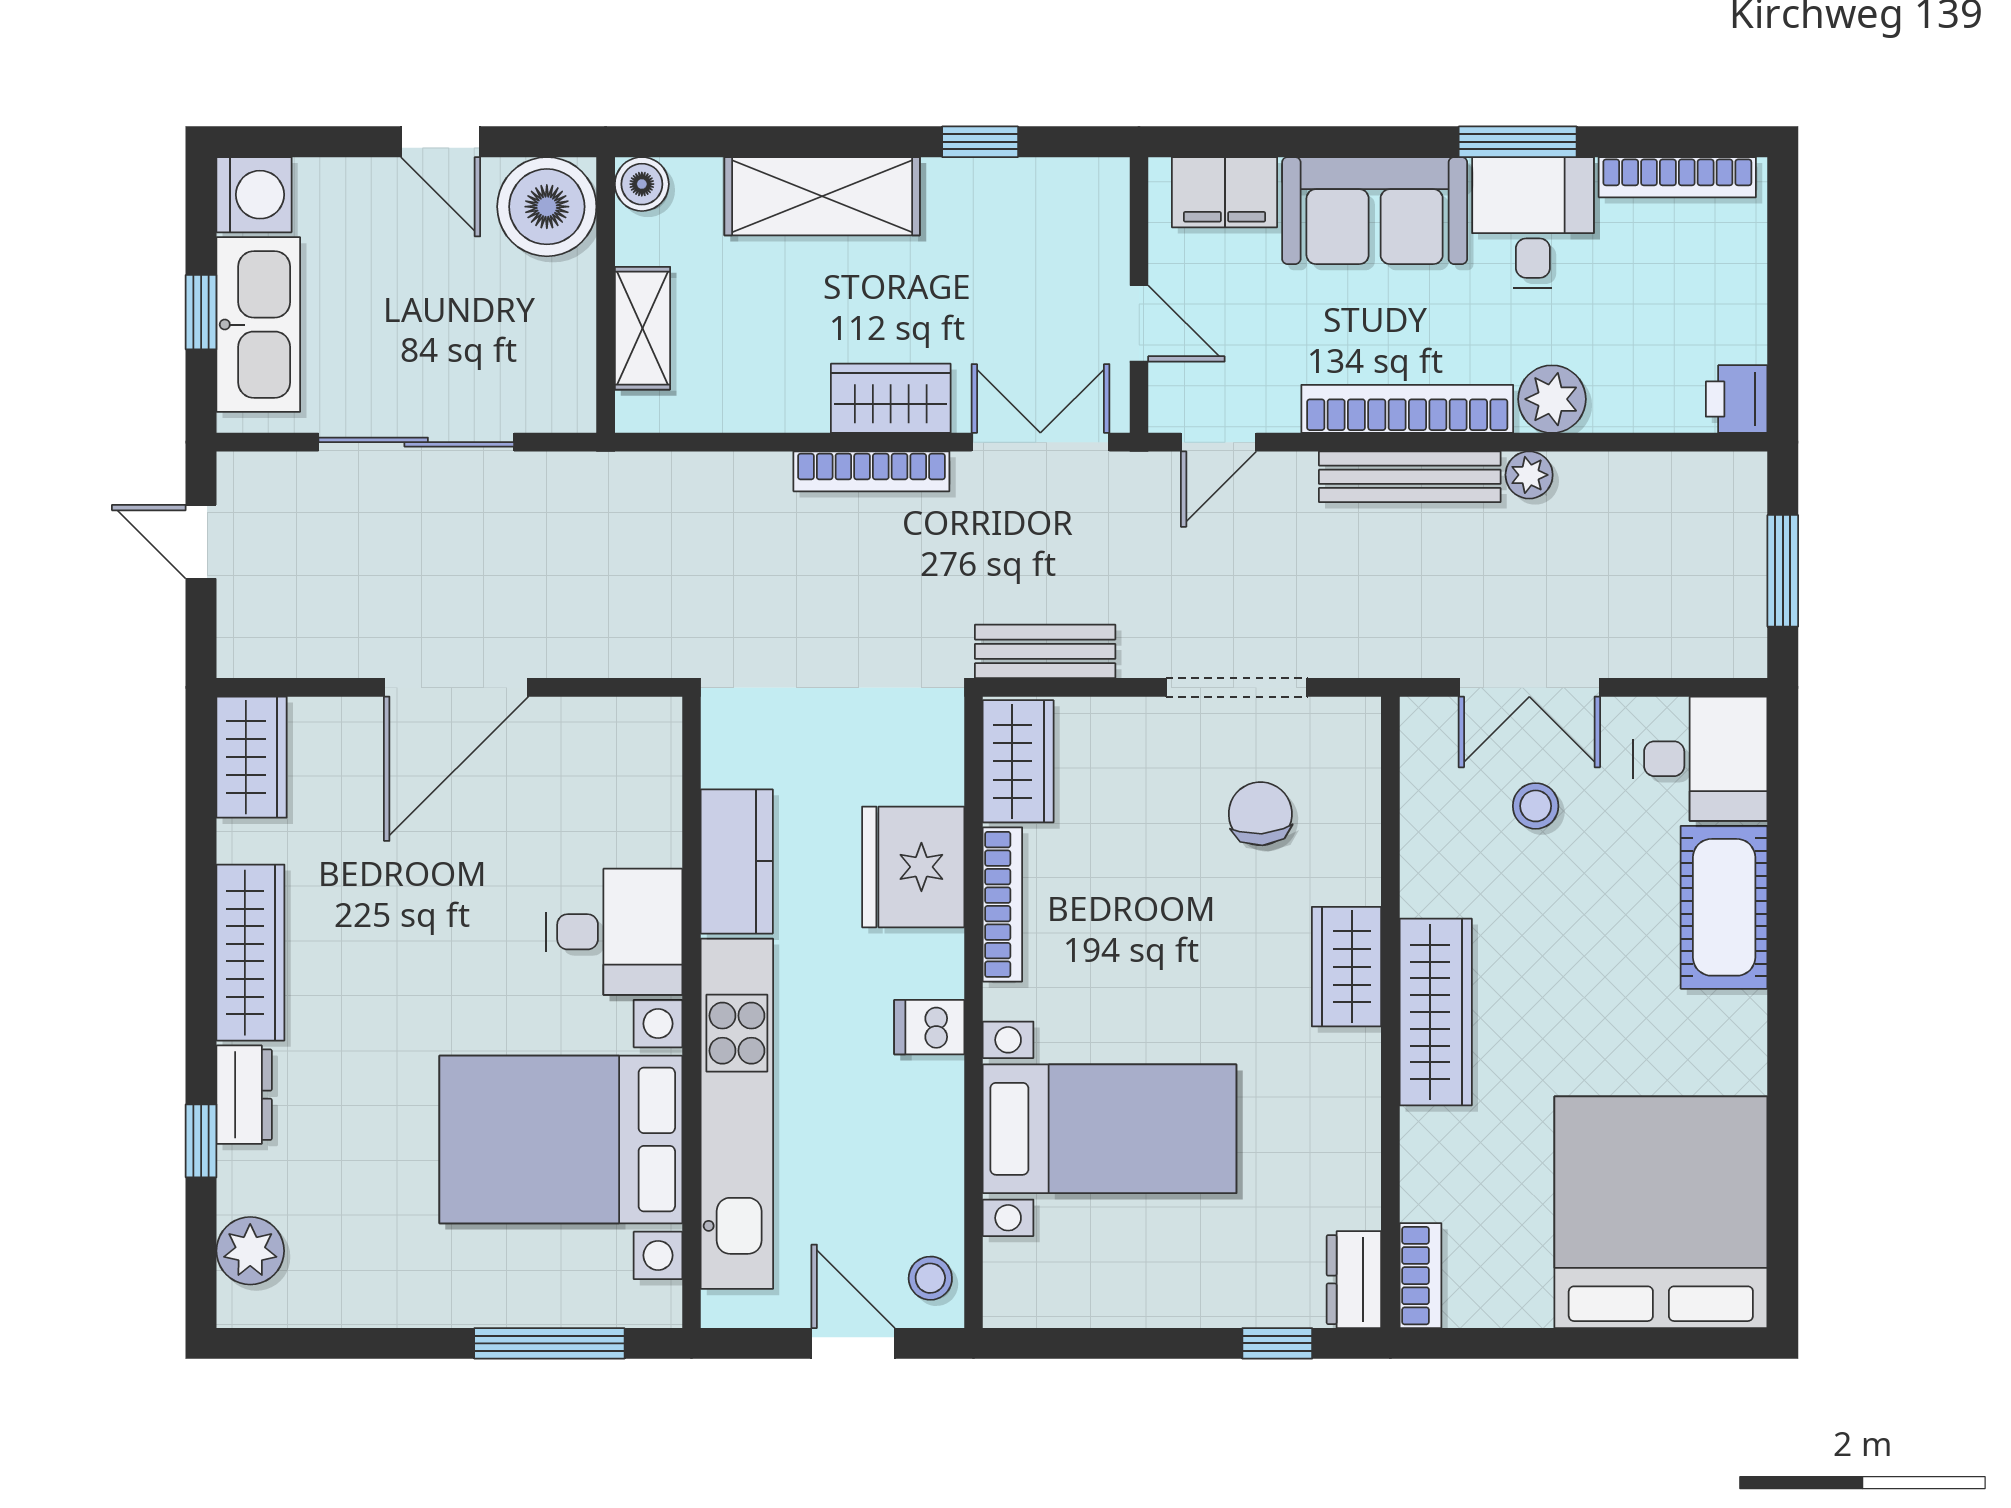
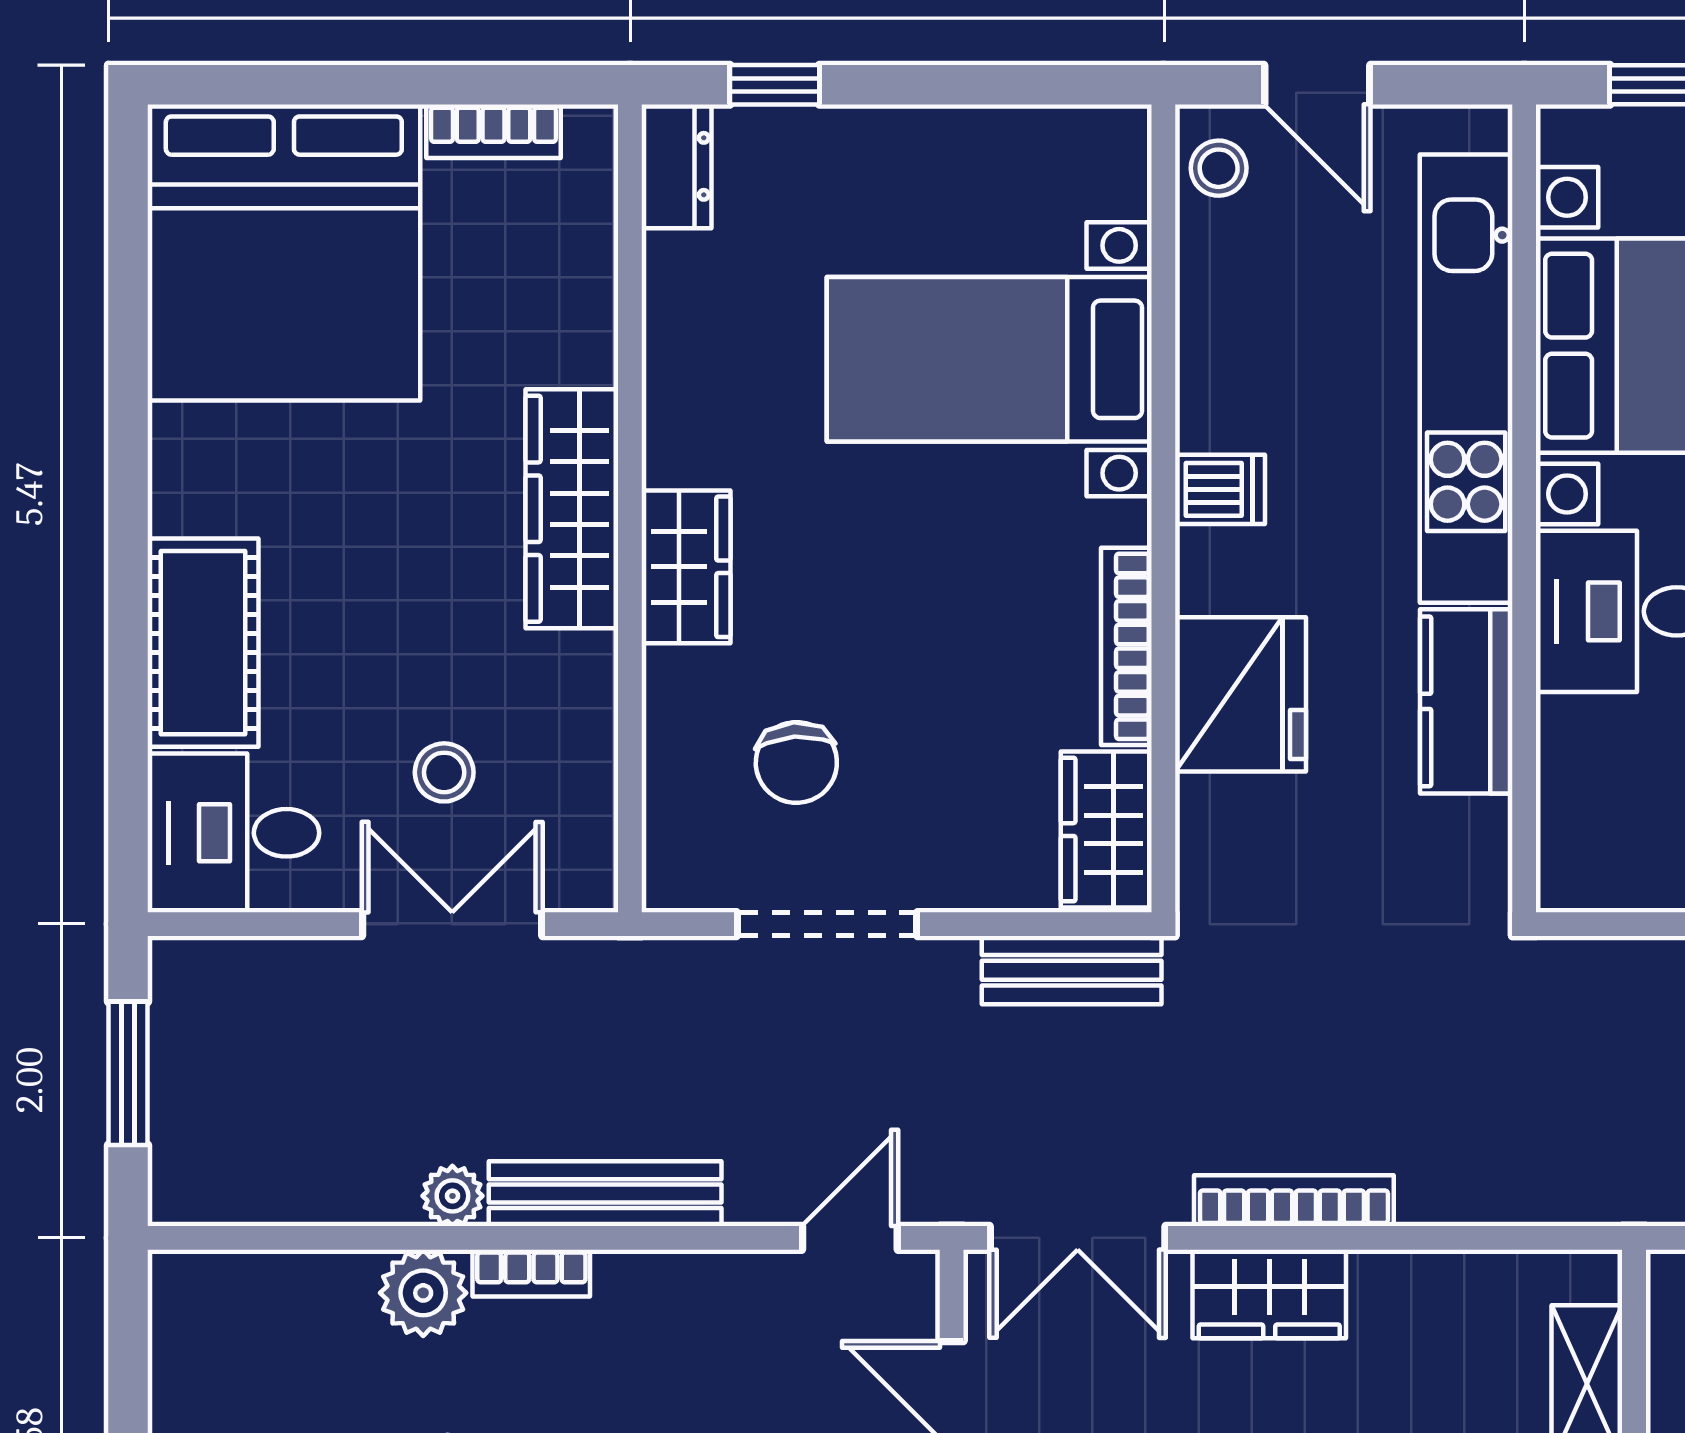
printer: (1737, 399) -> (187, 1293), removed
bookcase: (1407, 409) -> (531, 1273), width x0.43, depth x0.76
bookcase: (1421, 1276) -> (493, 131), moved, turned -90

